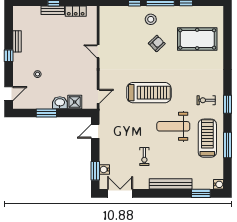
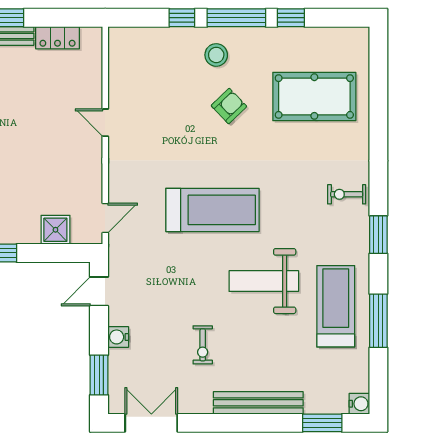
exercise bike: (206, 100) -> (347, 194), moved
washbasin: (60, 103) -> (24, 231), removed
water cooler: (104, 170) -> (118, 337), moved

